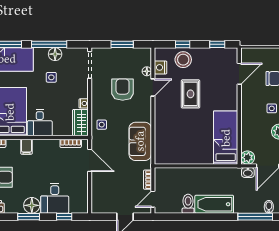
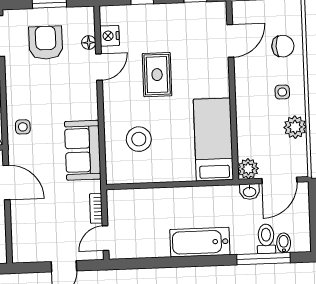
stool: (183, 60) -> (139, 139), moved
armchair: (123, 90) -> (46, 43), moved
toilet: (188, 204) -> (266, 239), moved

